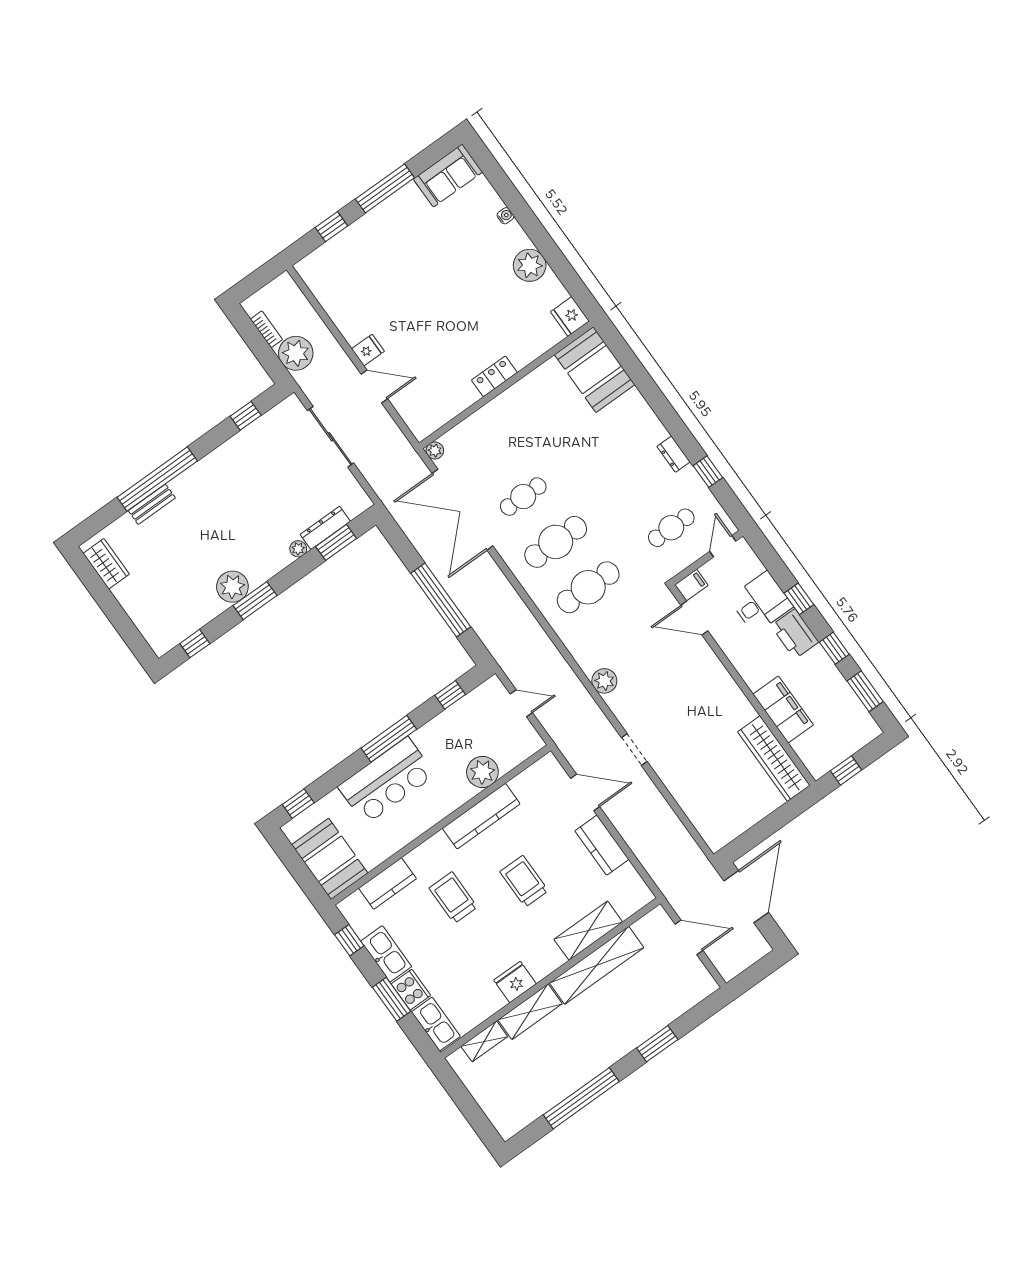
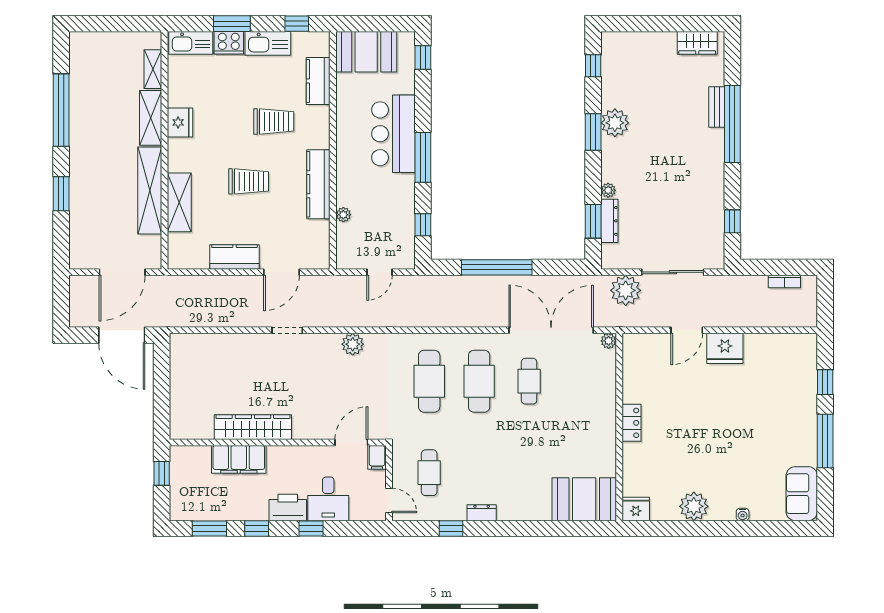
fridge: (368, 350) -> (725, 348), width x1.88, depth x1.34
plant: (296, 353) -> (626, 290), moved
wardrobe: (774, 759) -> (253, 427), moved
plant: (482, 772) -> (343, 215), width x0.53, depth x0.53
door: (689, 937) -> (122, 272), width x1.36

